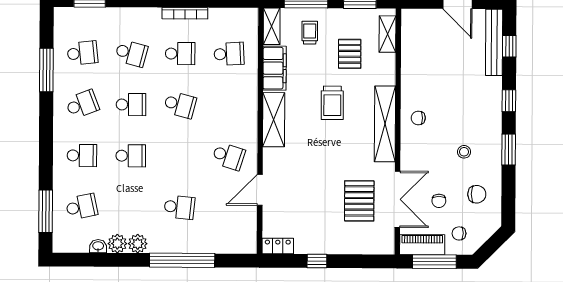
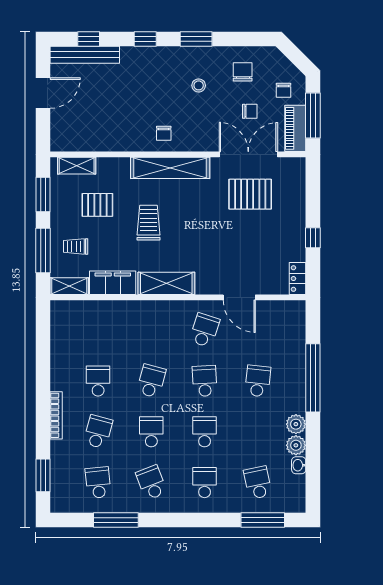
bookcase: (185, 13) -> (56, 415), moved
school desk: (229, 54) -> (205, 381), moved
trolley: (332, 103) -> (148, 223), turned -90

